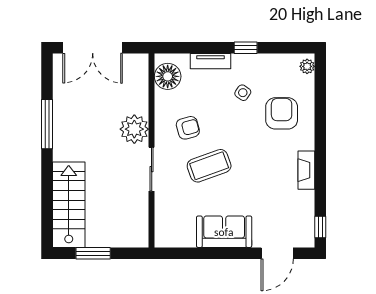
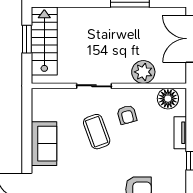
side table: (243, 93) -> (155, 159), removed
plant: (134, 129) -> (143, 72), moved
stairs: (69, 205) -> (44, 41), moved, turned -90

